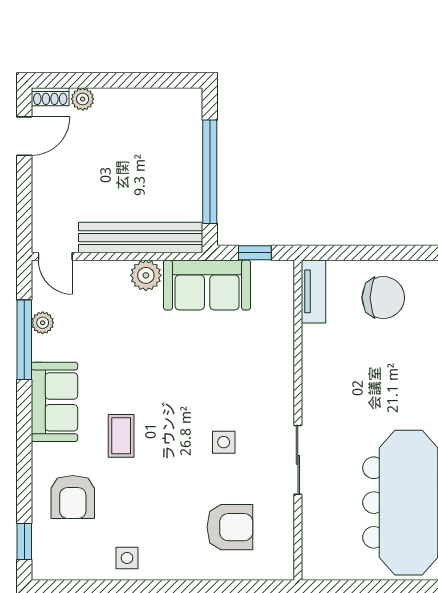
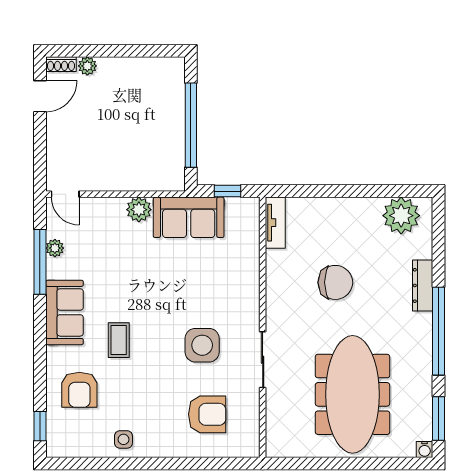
bench: (141, 238) -> (135, 179), removed
chair: (383, 298) -> (335, 282), moved
side table: (224, 442) -> (202, 345), width x1.87, depth x1.87

